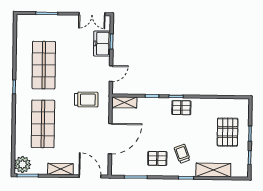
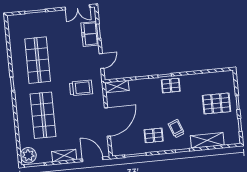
pallet: (228, 132) -> (216, 103), turned 90

